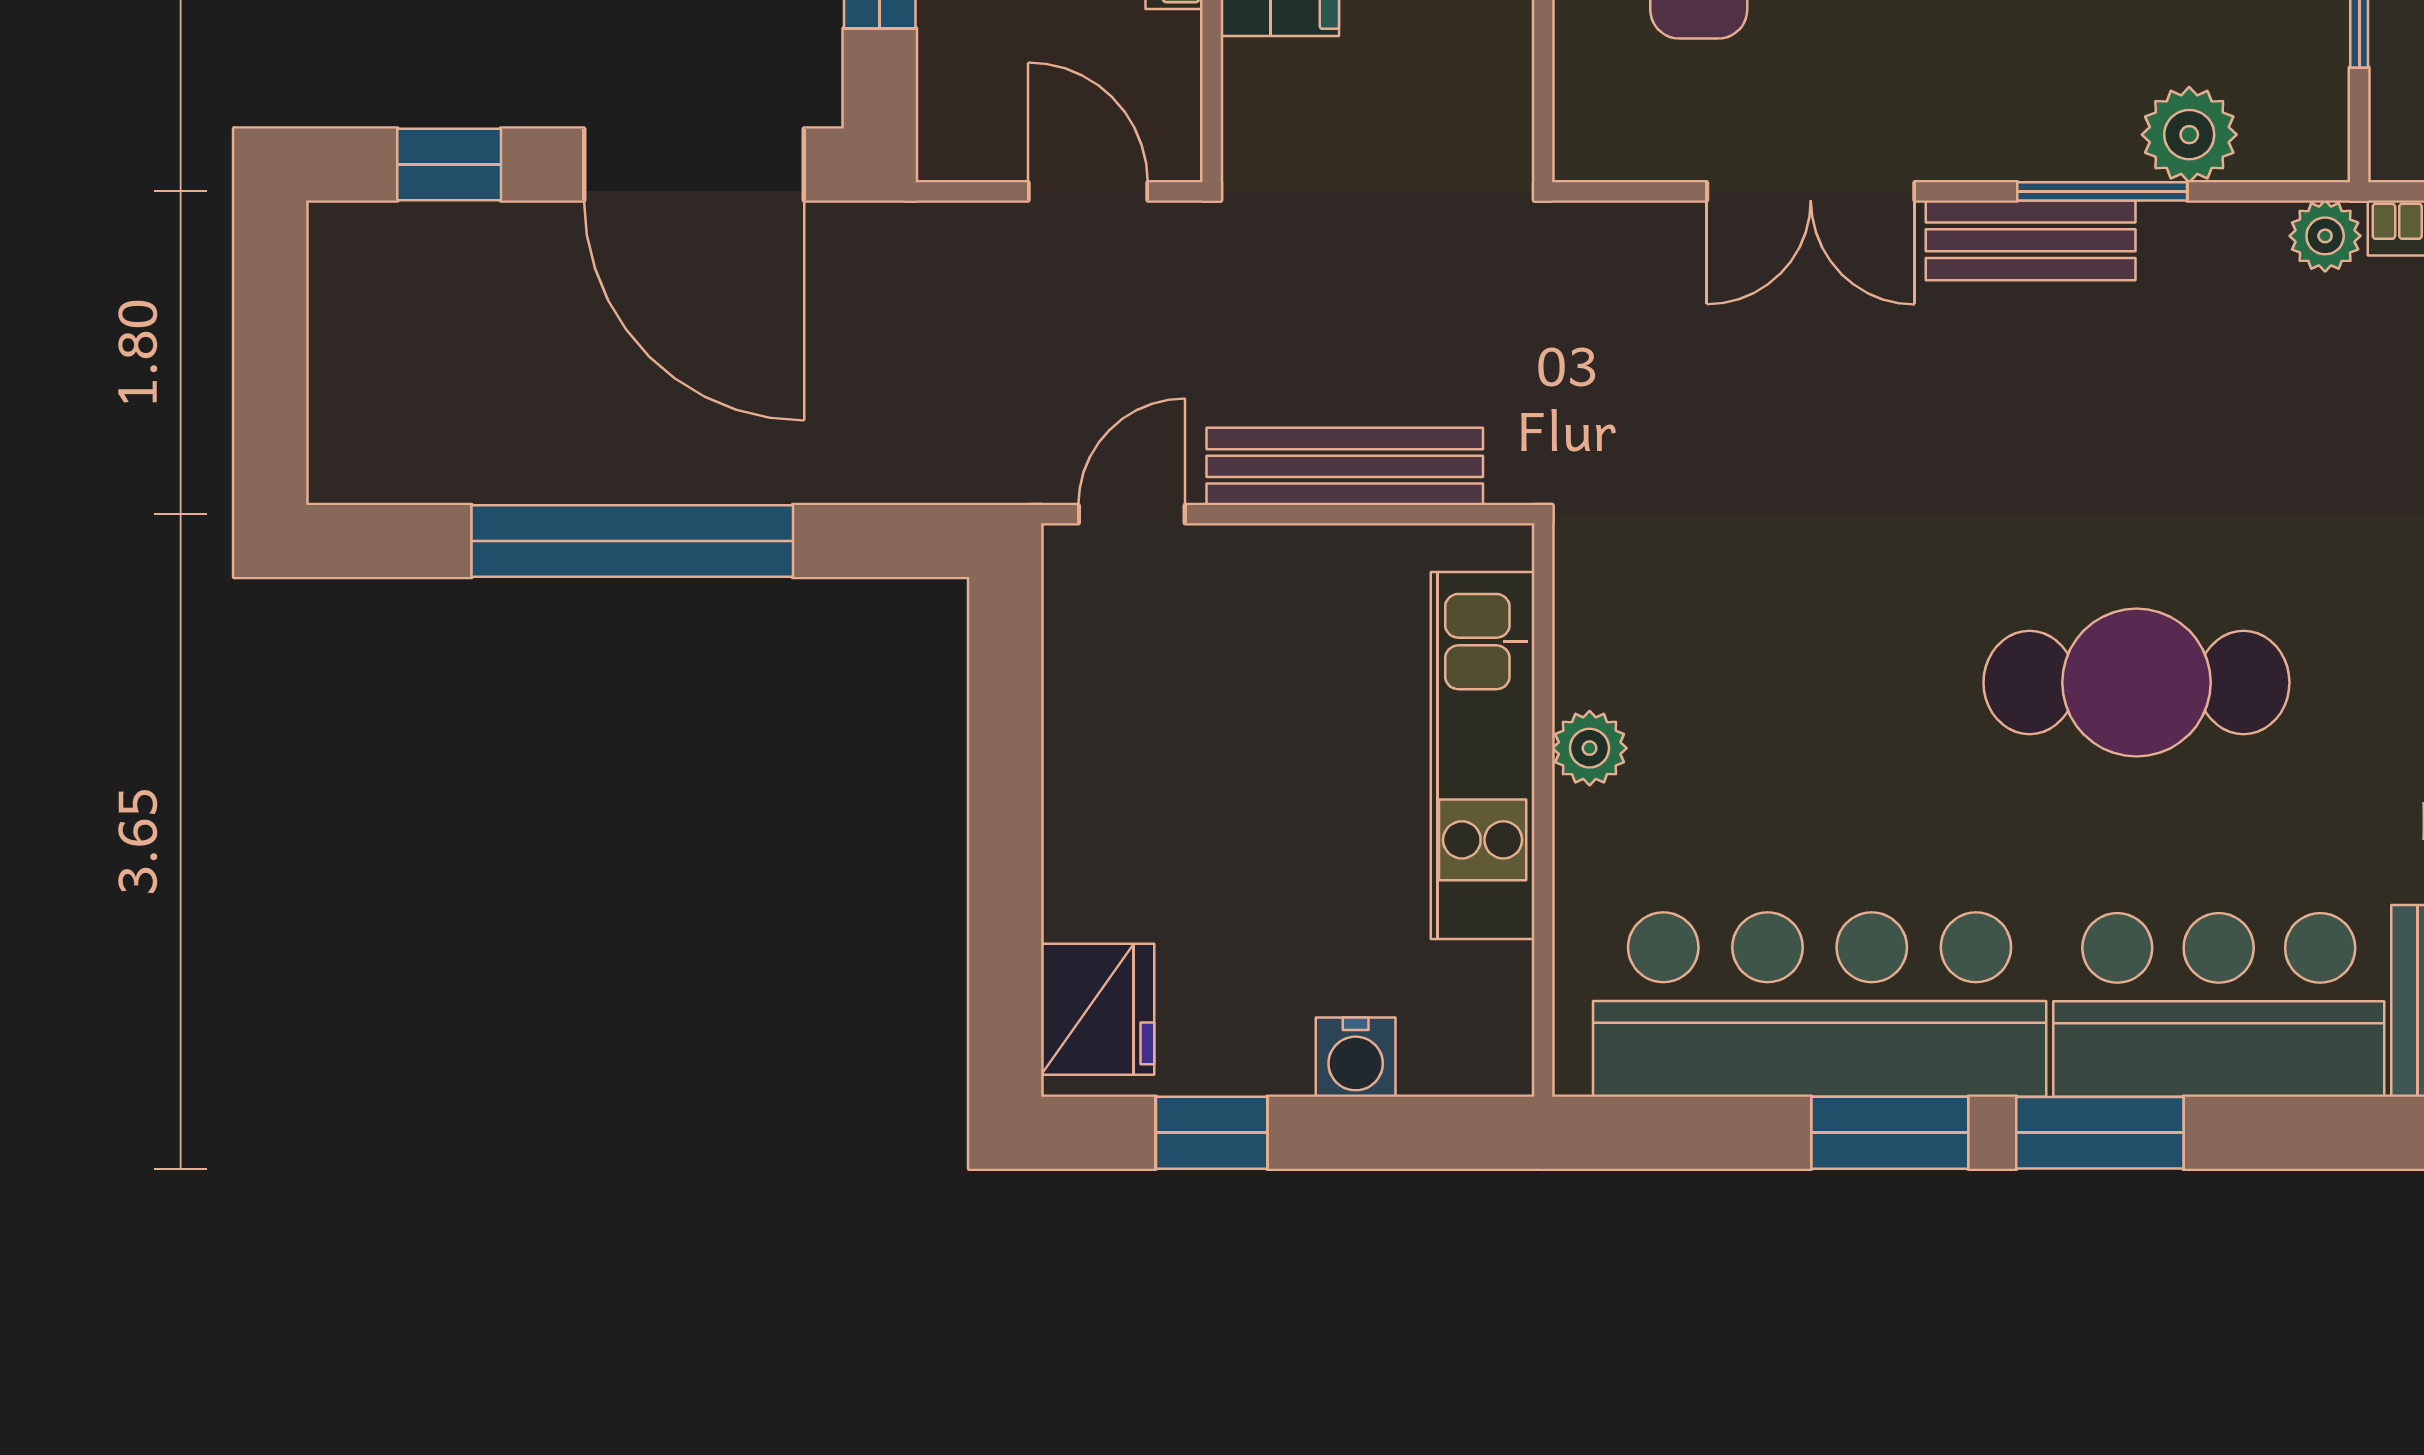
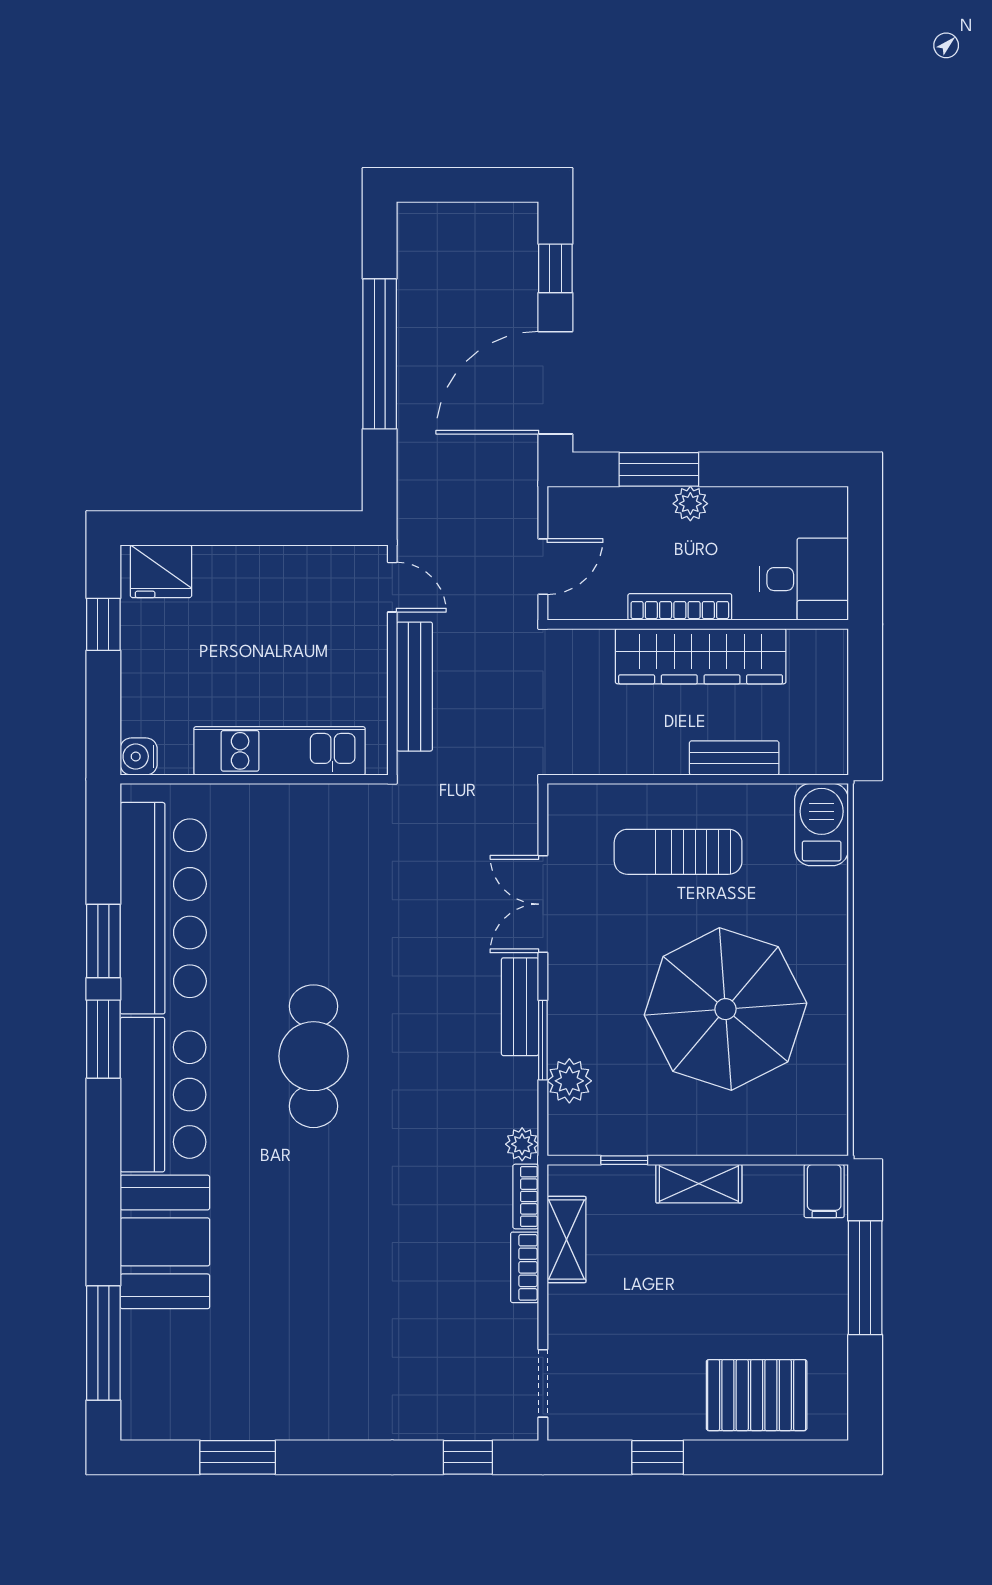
plant: (1590, 748) -> (283, 801), removed
water cooler: (1356, 1057) -> (139, 756), moved

